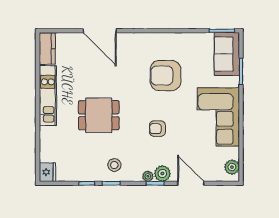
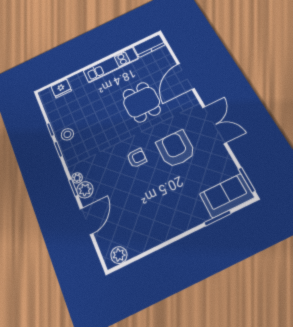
double door: (161, 31) -> (214, 125), added
dining table: (99, 115) -> (141, 102), moved
corner sofa: (218, 117) -> (162, 217), removed
armchair: (157, 129) -> (137, 158), moved, turned 90
stool: (114, 165) -> (67, 134), moved
fridge: (47, 172) -> (61, 88), moved

